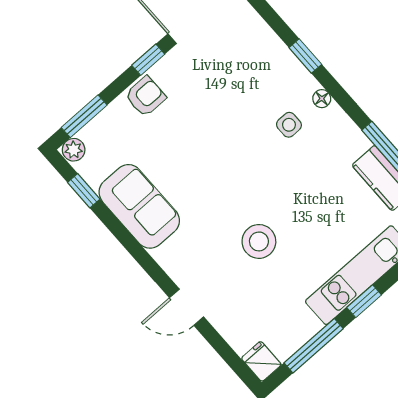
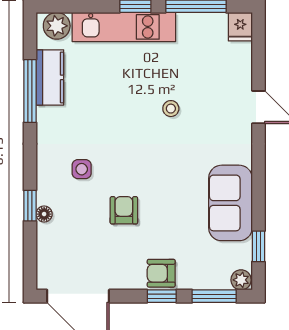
window: (148, 60) -> (162, 296), moved
floor lamp: (322, 99) -> (44, 214), moved
armchair: (223, 122) -> (124, 210), added
stool: (259, 241) -> (171, 109), width x0.53, depth x0.53

